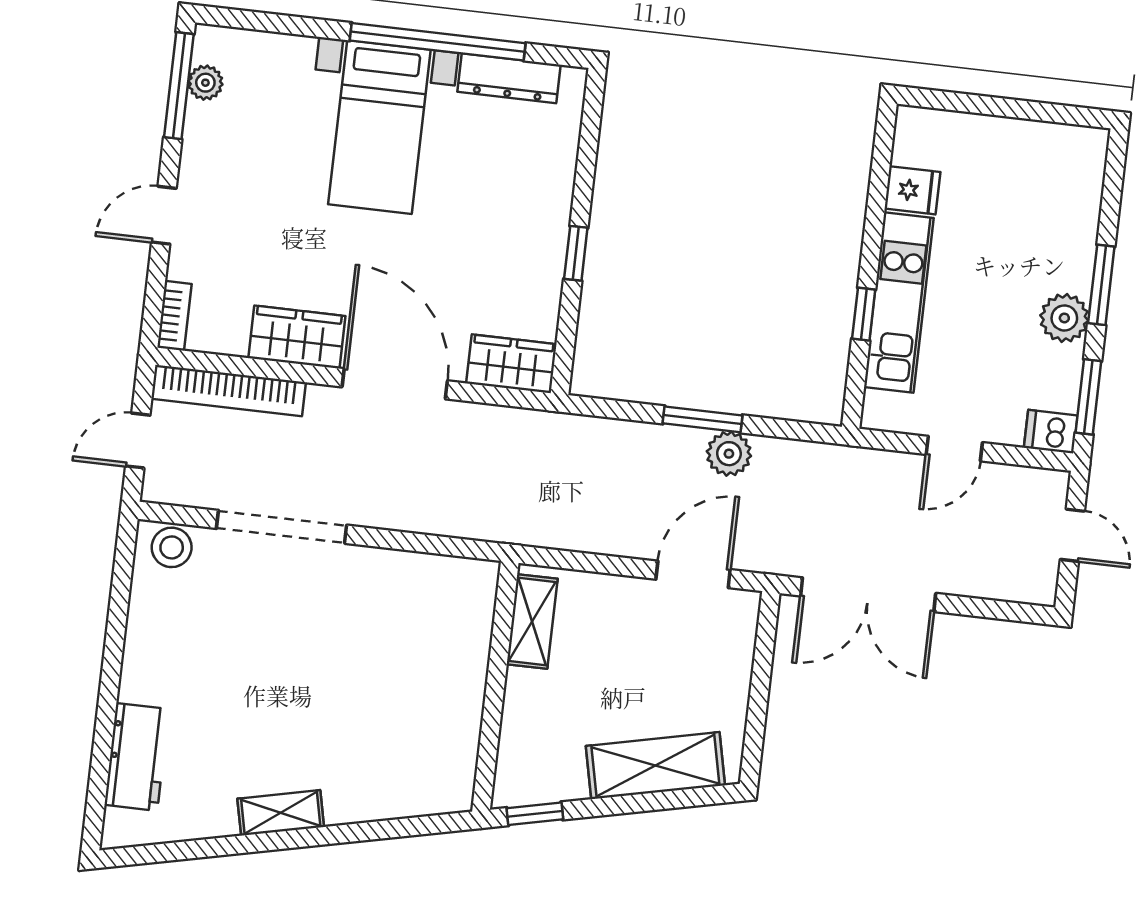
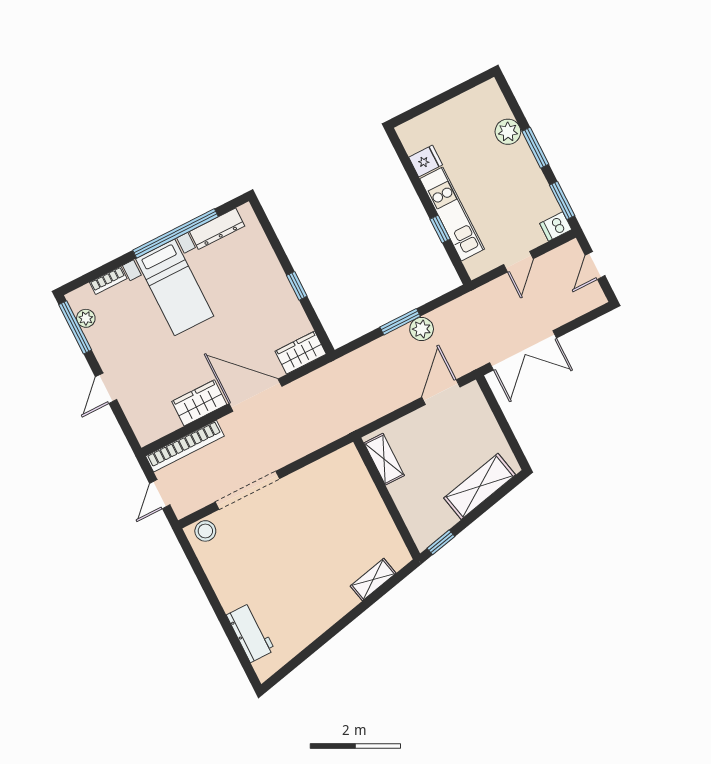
bookcase: (174, 316) -> (108, 280), moved, turned 90
plant: (1064, 318) -> (508, 132), moved
door: (1072, 535) -> (595, 265), swing flipped
shelving: (281, 813) -> (373, 580), moved

